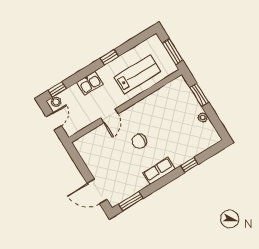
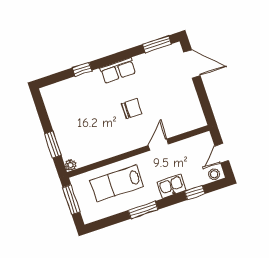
window: (109, 57) -> (143, 210), width x1.50
window: (57, 90) -> (195, 193), moved
plant: (203, 117) -> (70, 165), moved

